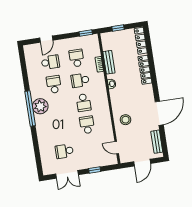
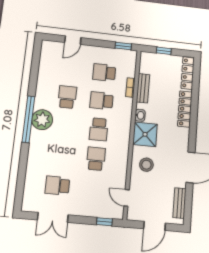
school desk: (77, 58) -> (104, 73), turned -90
school desk: (50, 62) -> (70, 69), removed
shower: (119, 97) -> (145, 134), added
window: (95, 170) -> (104, 222), moved

